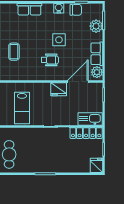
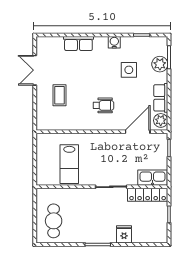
chair: (76, 10) -> (135, 44), removed
side table: (59, 40) -> (129, 70), moved
fridge: (59, 89) -> (114, 141), removed
fridge: (96, 165) -> (124, 234), moved

